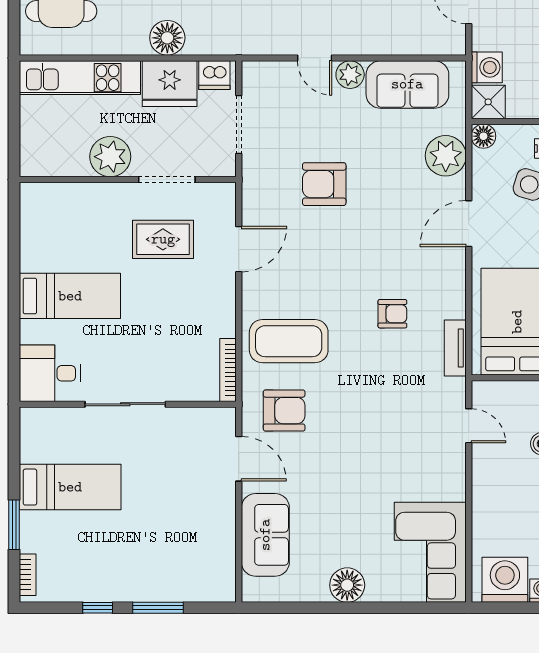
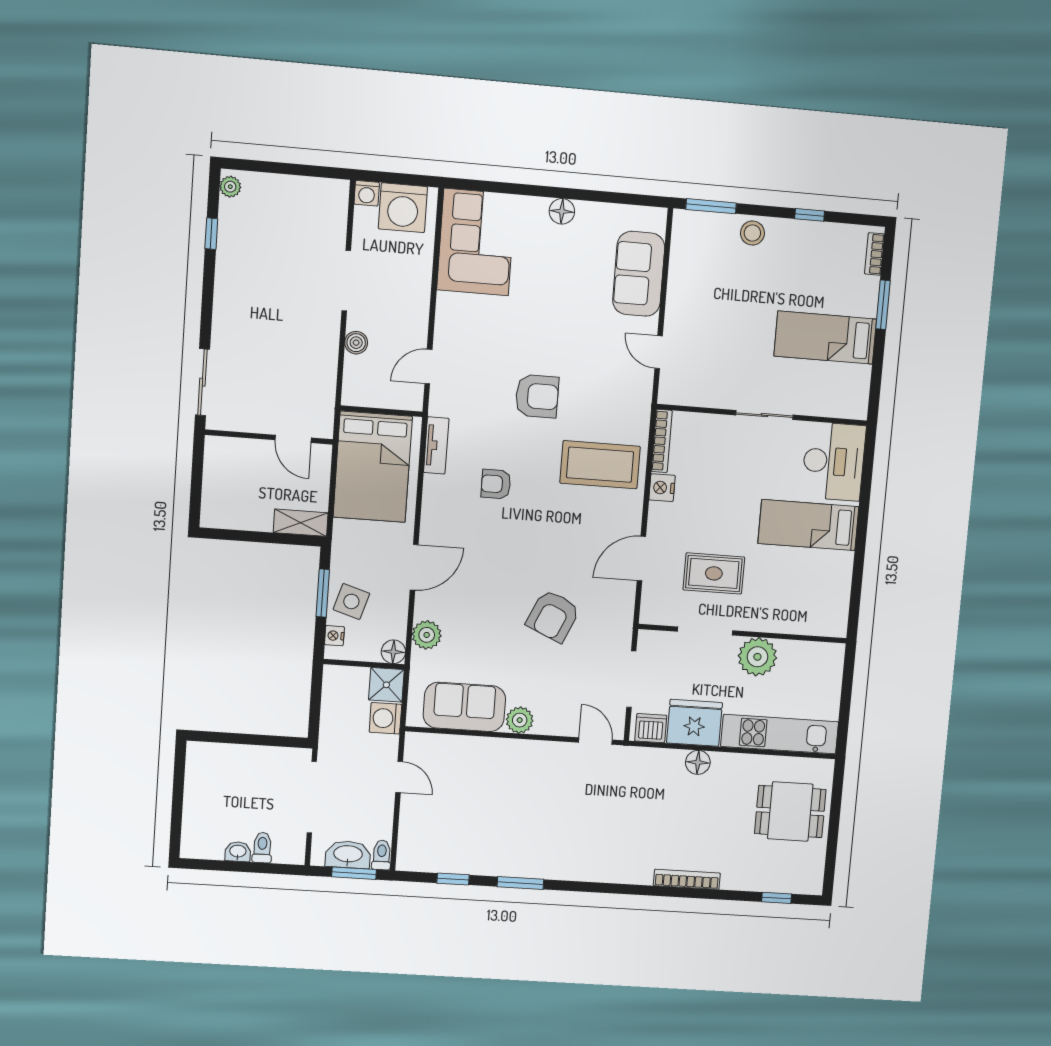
floor lamp: (167, 38) -> (698, 762), width x0.73, depth x0.73
door: (315, 58) -> (595, 741), moved
plant: (446, 156) -> (427, 635), width x0.73, depth x0.73
armchair: (324, 184) -> (553, 616), turned 114
nightstand: (224, 323) -> (662, 488), added
desk: (50, 373) -> (834, 461), width x1.37
sliding door: (125, 404) -> (765, 415), width x0.73
armchair: (284, 411) -> (537, 396), moved, turned 180
door: (469, 426) -> (428, 367), hinge flipped
door: (239, 459) -> (659, 352), width x0.73
stool: (154, 585) -> (752, 233), added
floor lamp: (347, 585) -> (562, 211), width x0.73, depth x0.73
window: (158, 608) -> (711, 206), moved

